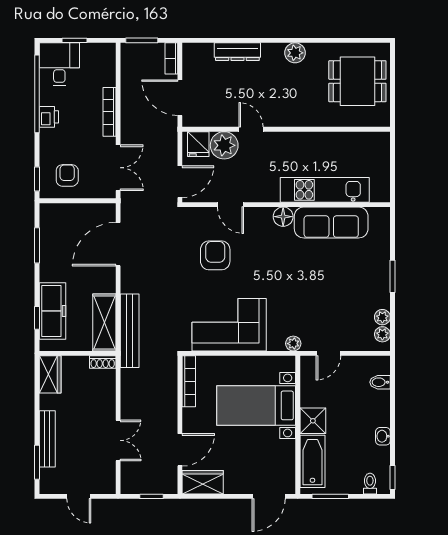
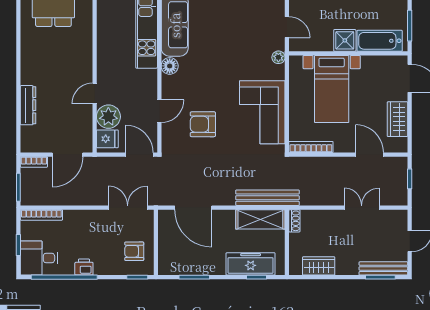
plant: (295, 53) -> (29, 56), removed
bookcase: (110, 112) -> (41, 215), moved
wardrobe: (50, 374) -> (319, 266), moved
bench: (47, 439) -> (383, 268), moved
wardrobe: (203, 482) -> (397, 119), moved

